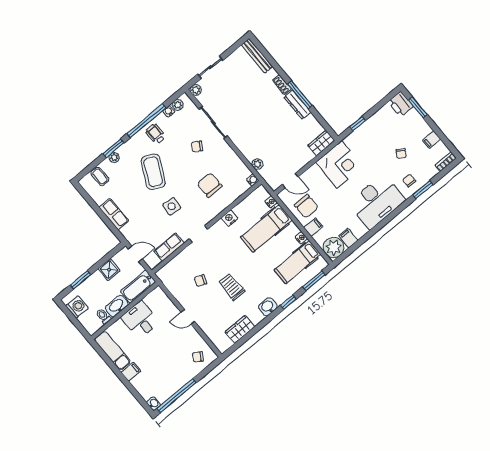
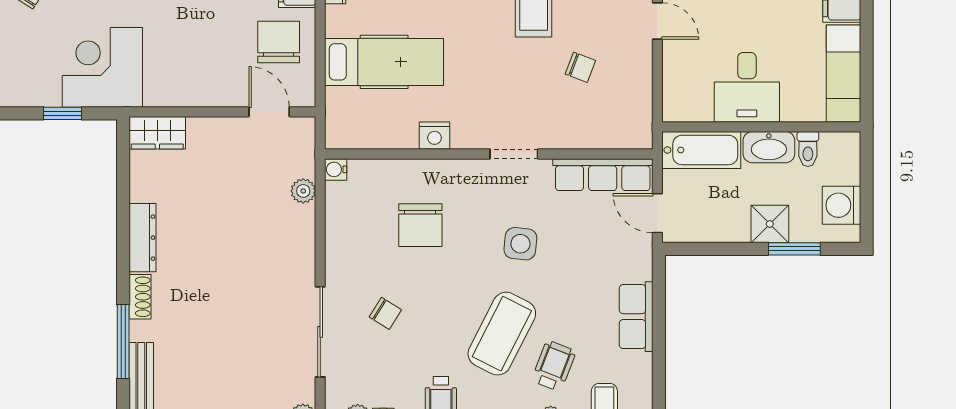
window: (300, 95) -> (123, 341), moved
corner desk: (339, 164) -> (102, 67), moved
wheelchair: (127, 175) -> (554, 366), added
nightstand: (271, 202) -> (335, 102), removed
row of seats: (169, 247) -> (603, 175), width x1.48
shower: (109, 270) -> (770, 224), moved

